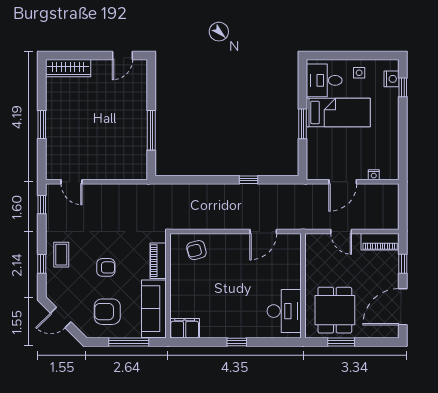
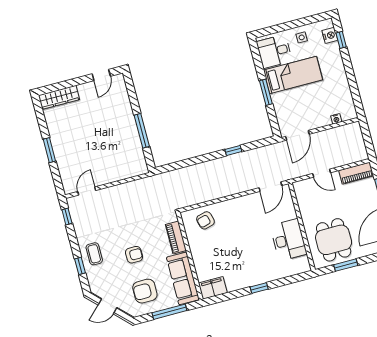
door: (72, 182) -> (87, 191), swing flipped
door: (343, 182) -> (297, 135), moved
door: (263, 231) -> (270, 187), moved
desk: (284, 311) -> (289, 240), moved

